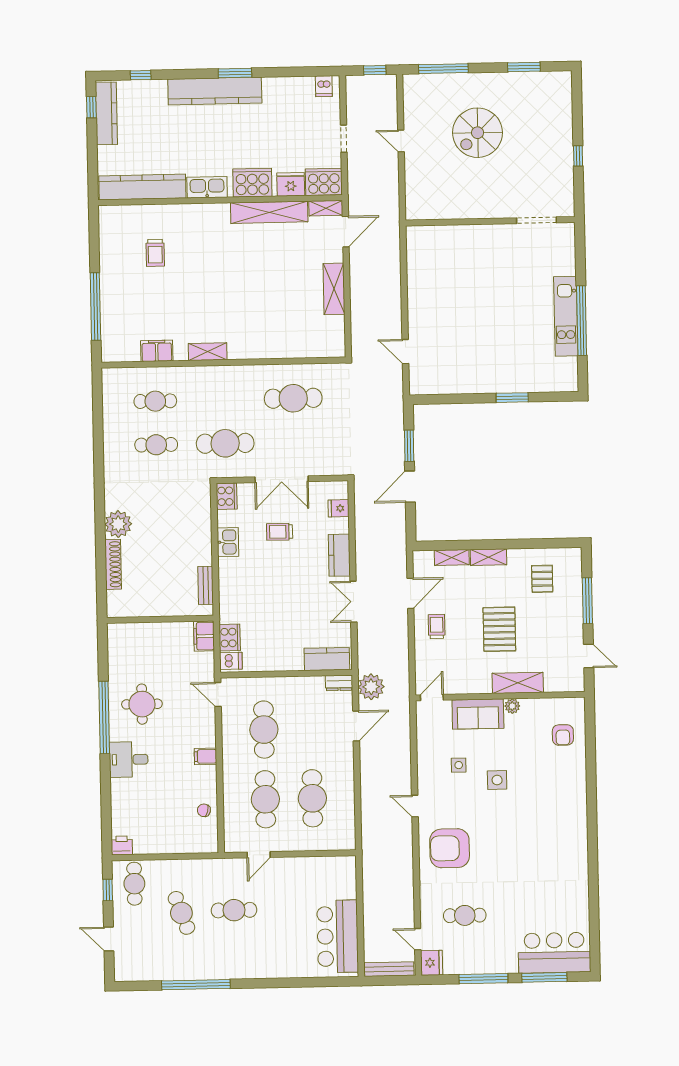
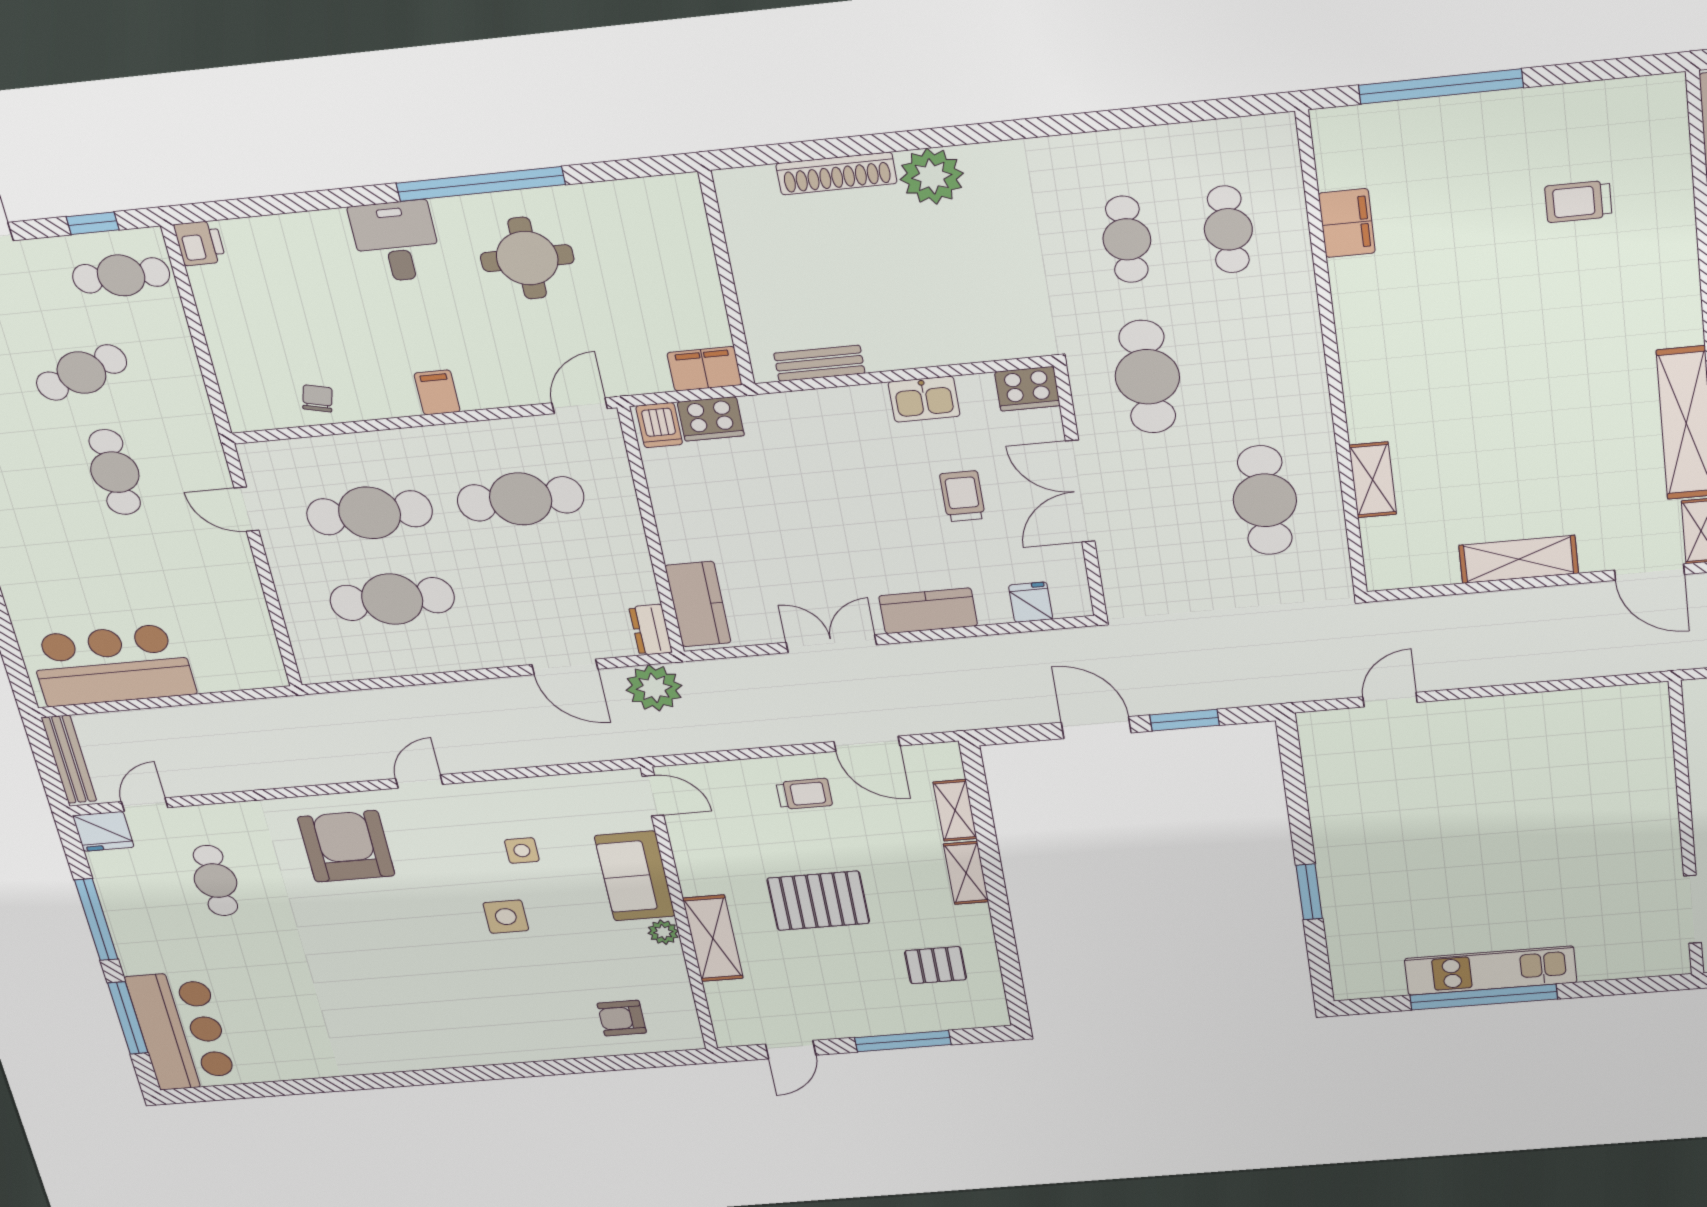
shelving: (208, 352) -> (1373, 480), moved

